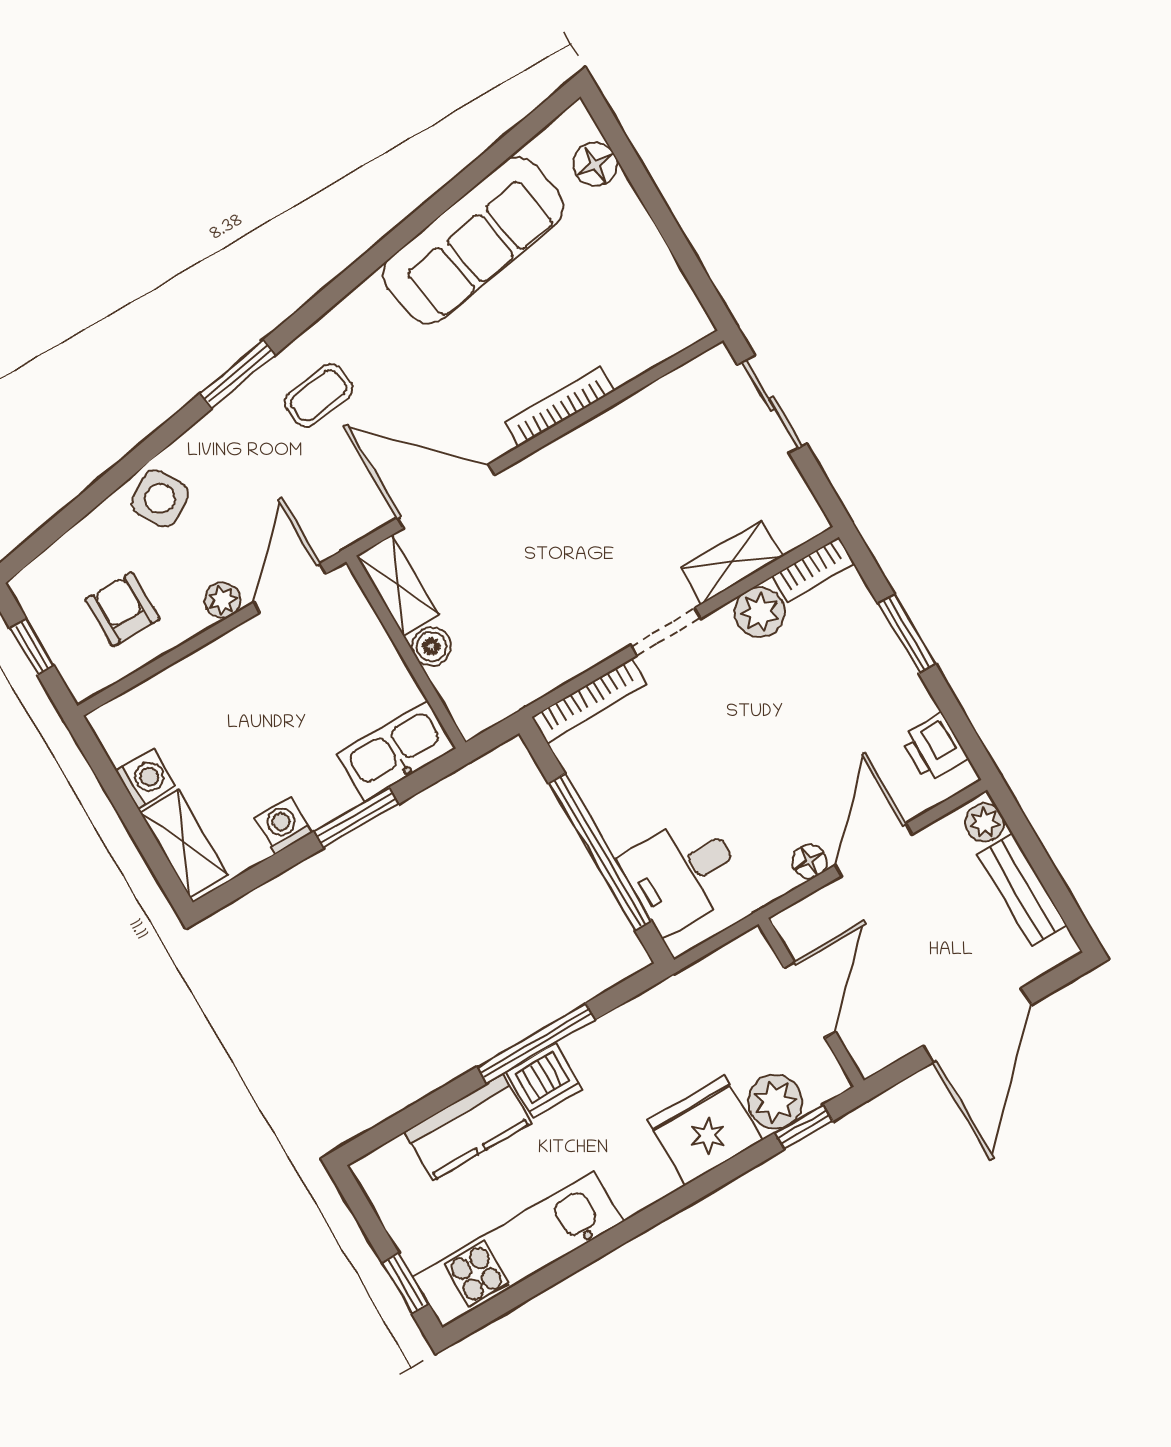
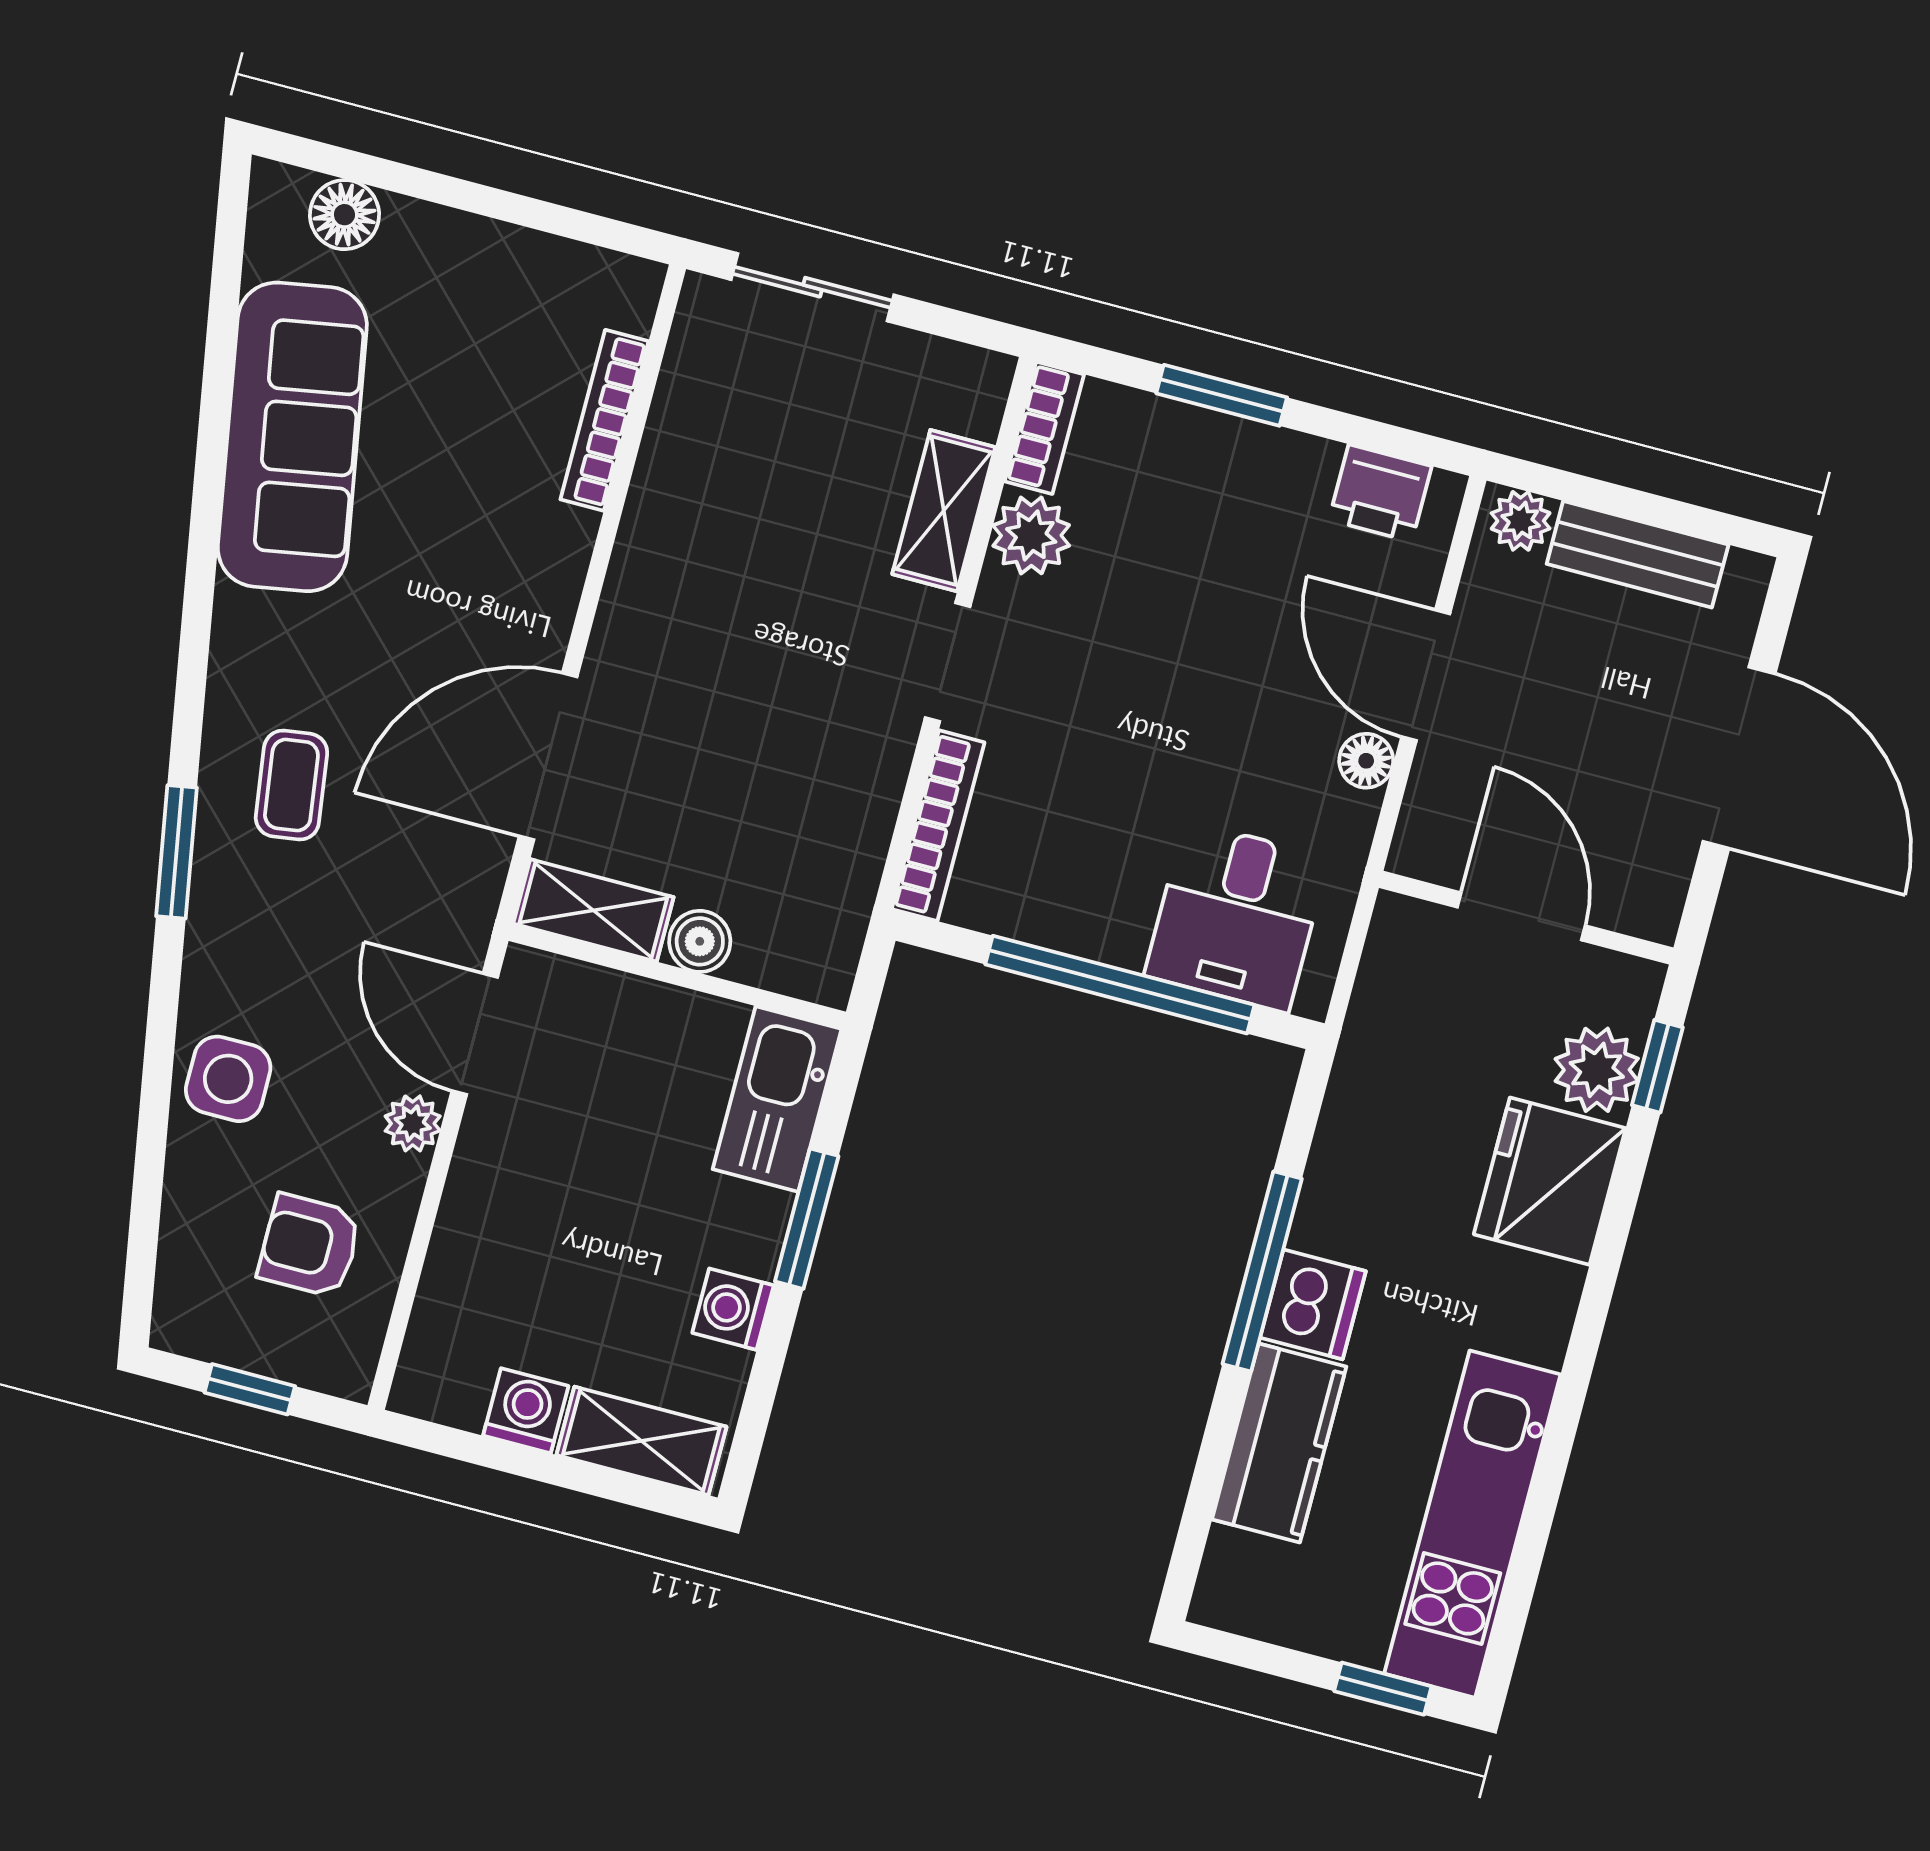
bookcase: (560, 407) -> (605, 420), moved
side table: (160, 499) -> (228, 1079), turned 31

